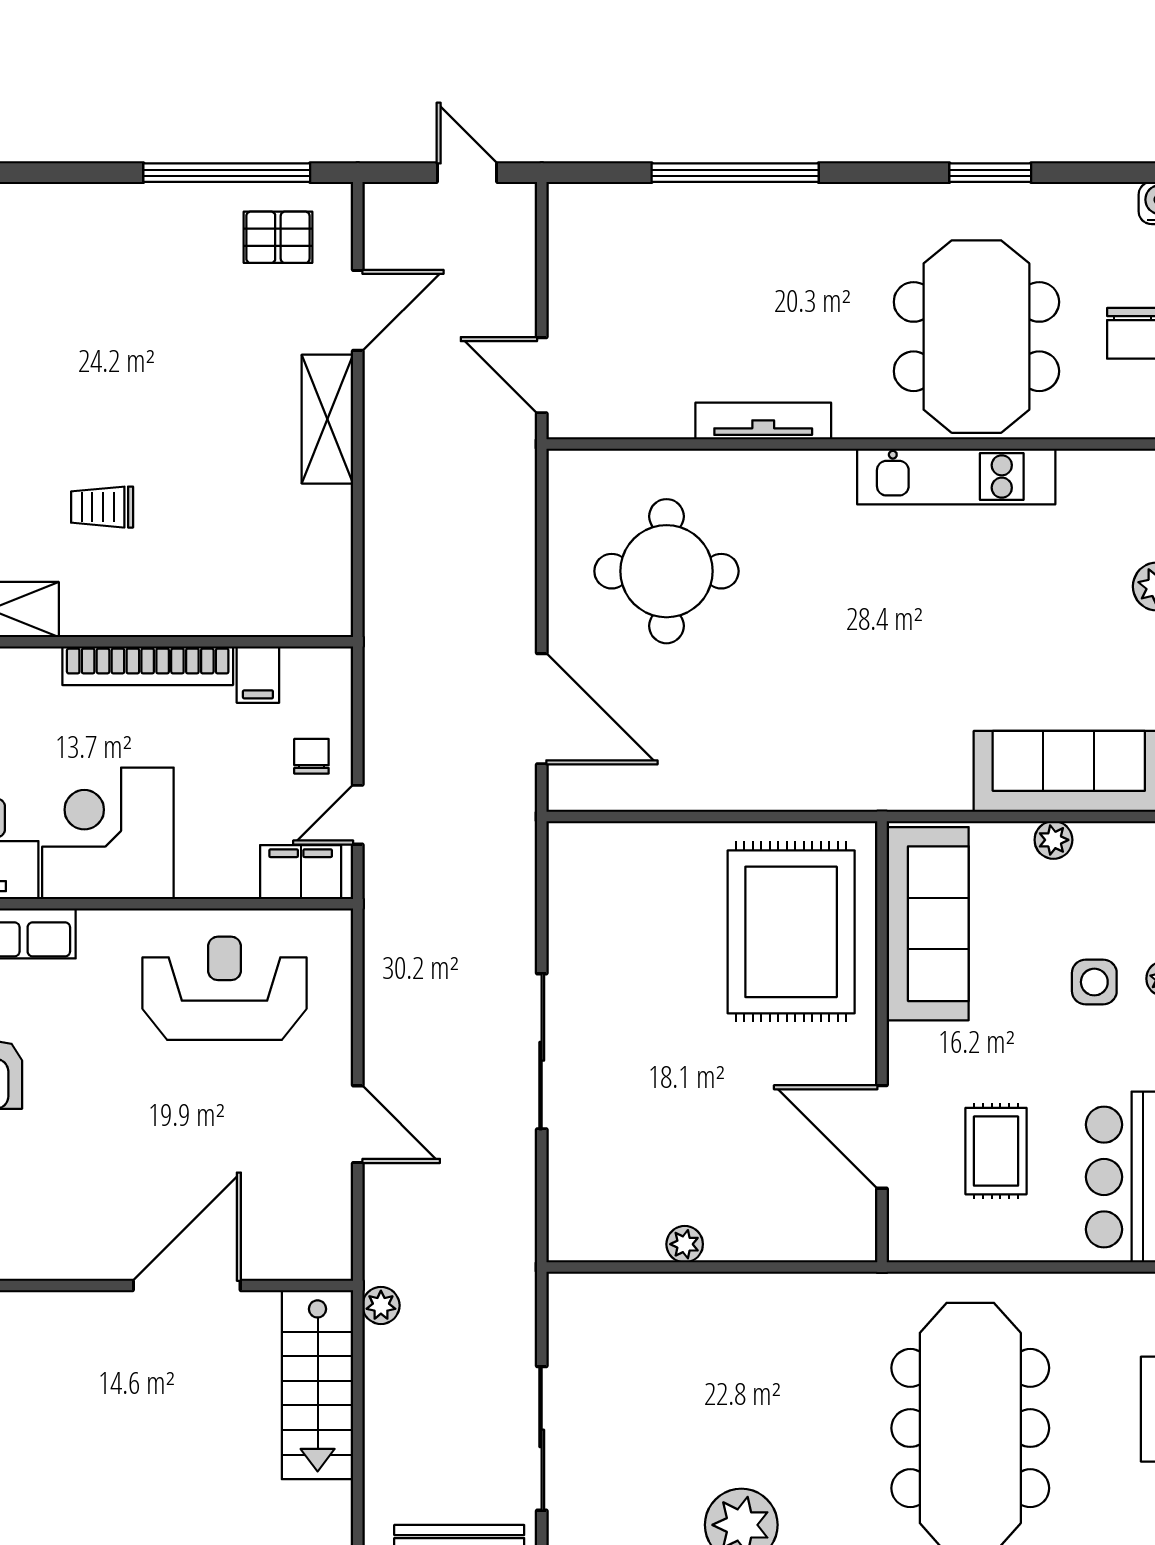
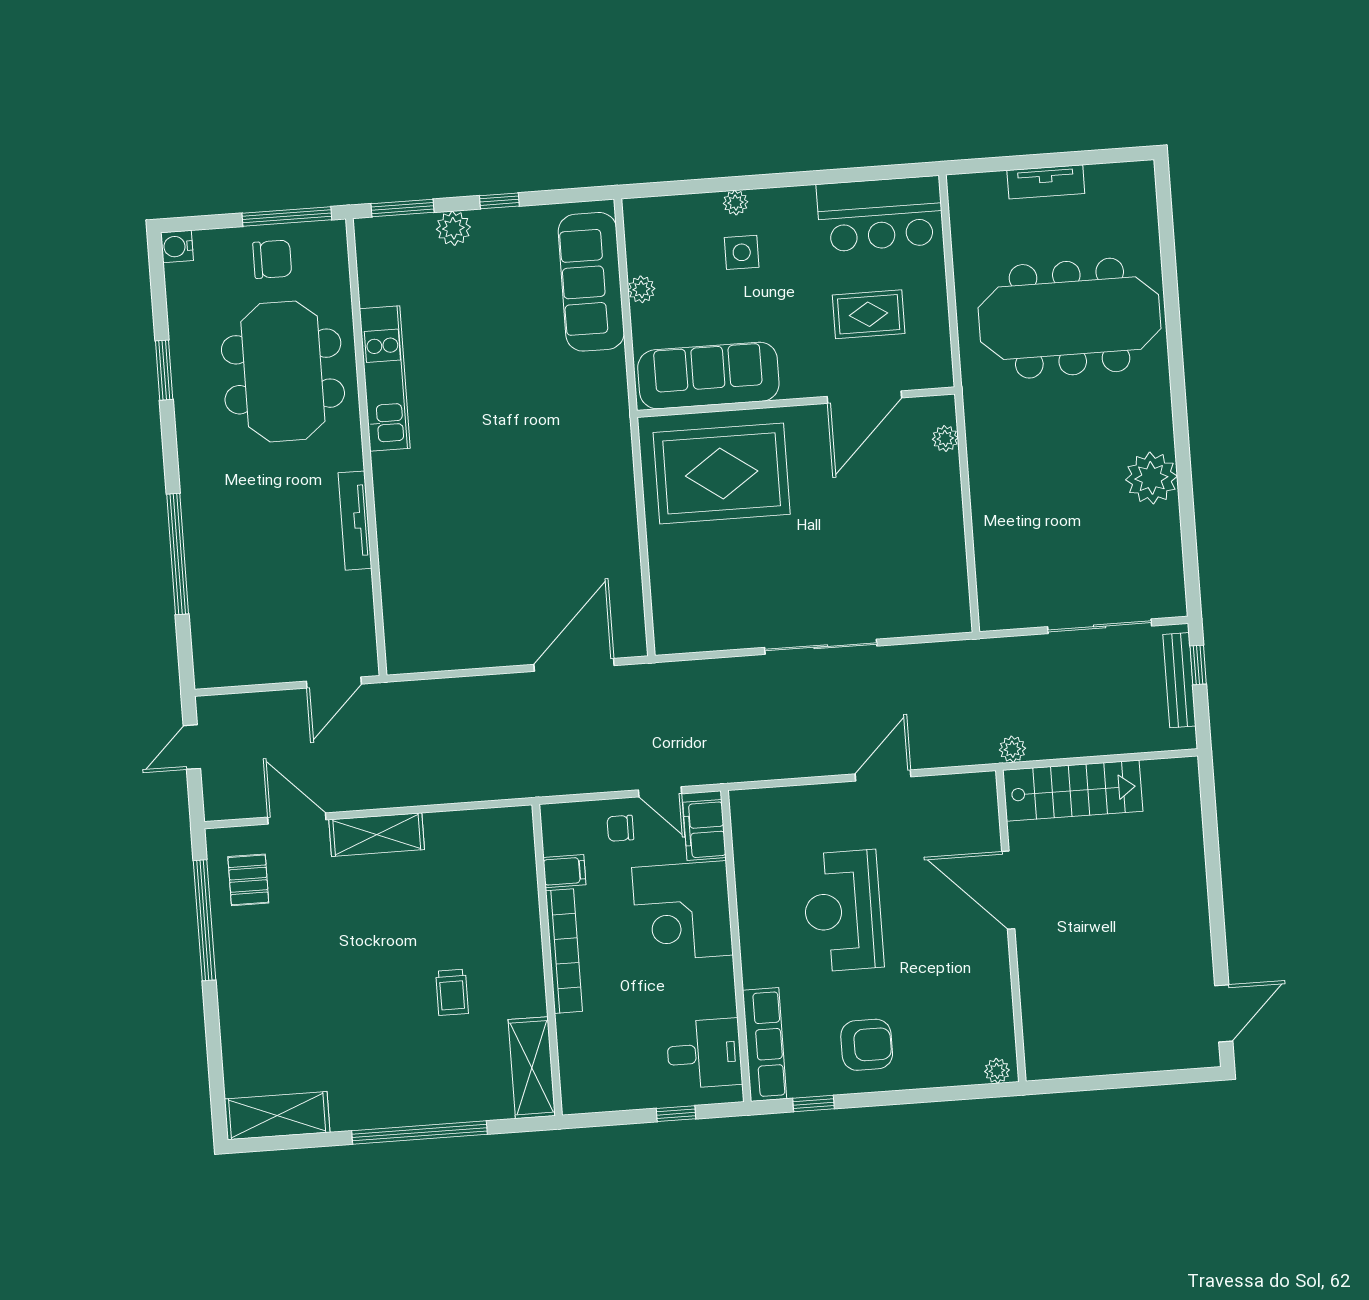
meeting table: (976, 337) -> (283, 371), turned 90
round table: (666, 571) -> (468, 582), removed
corner desk: (108, 833) -> (682, 911), moved
reception desk: (224, 988) -> (843, 911), moved
plant: (685, 1244) -> (945, 439), moved

